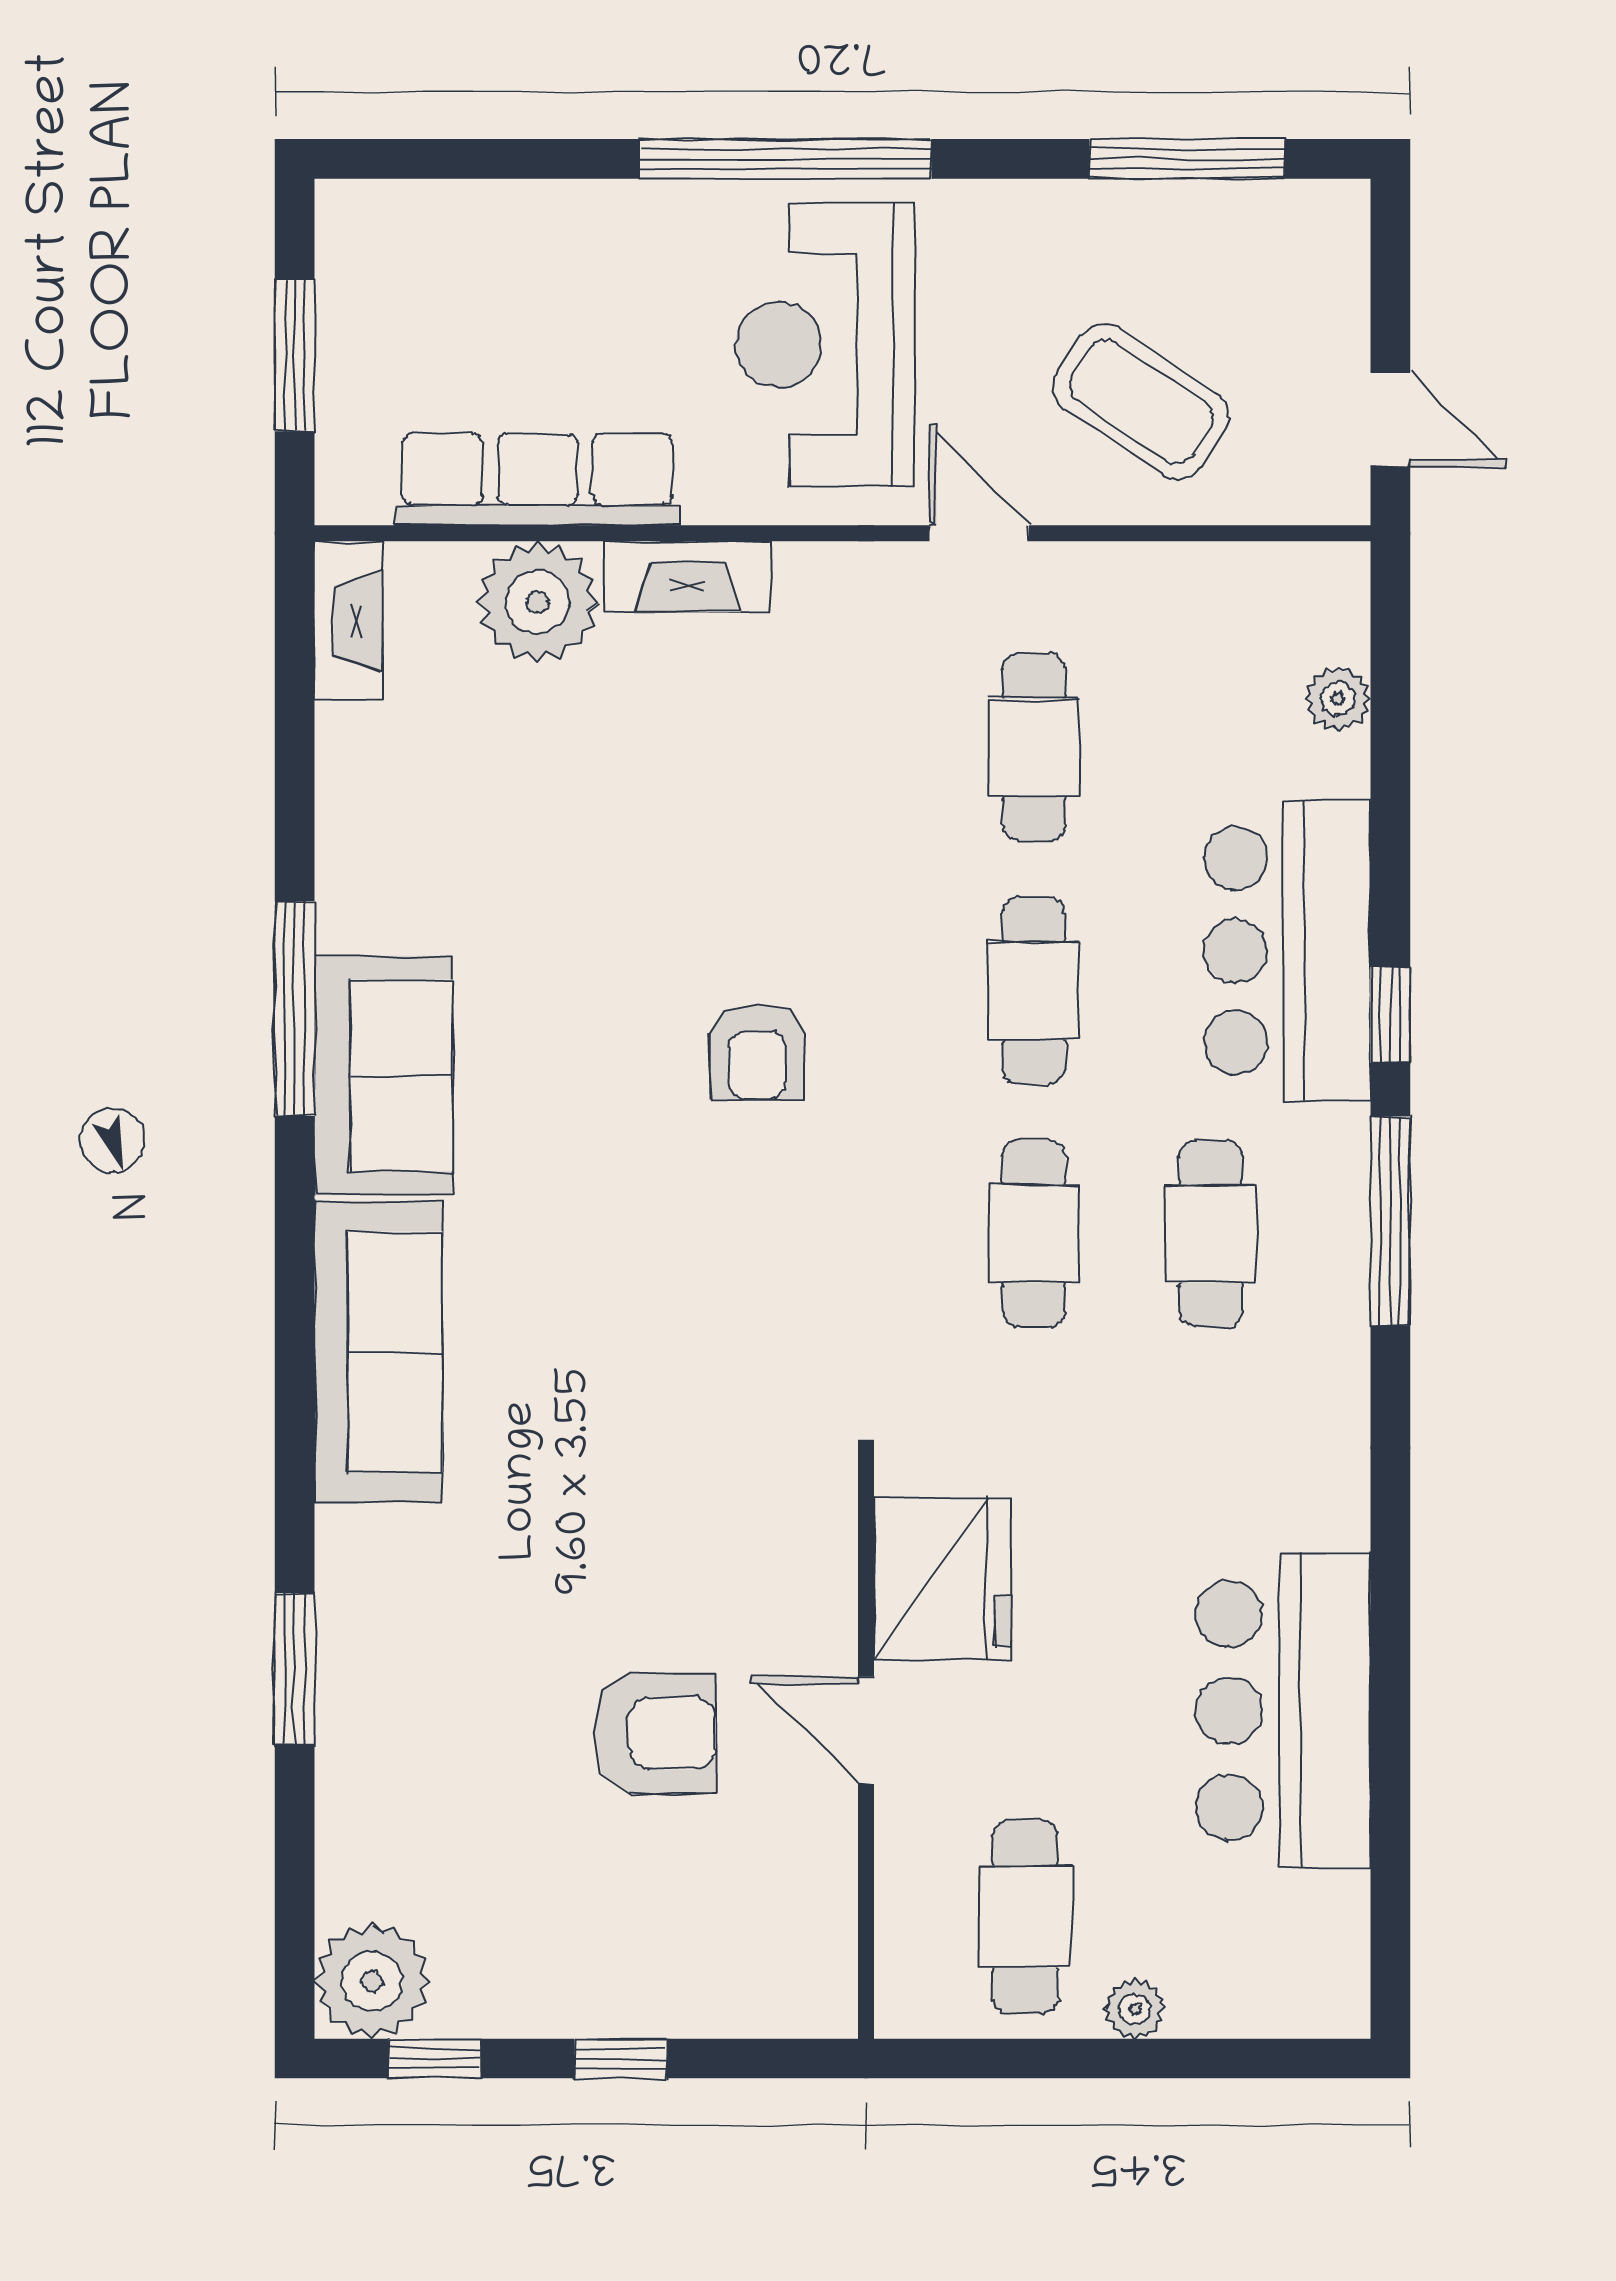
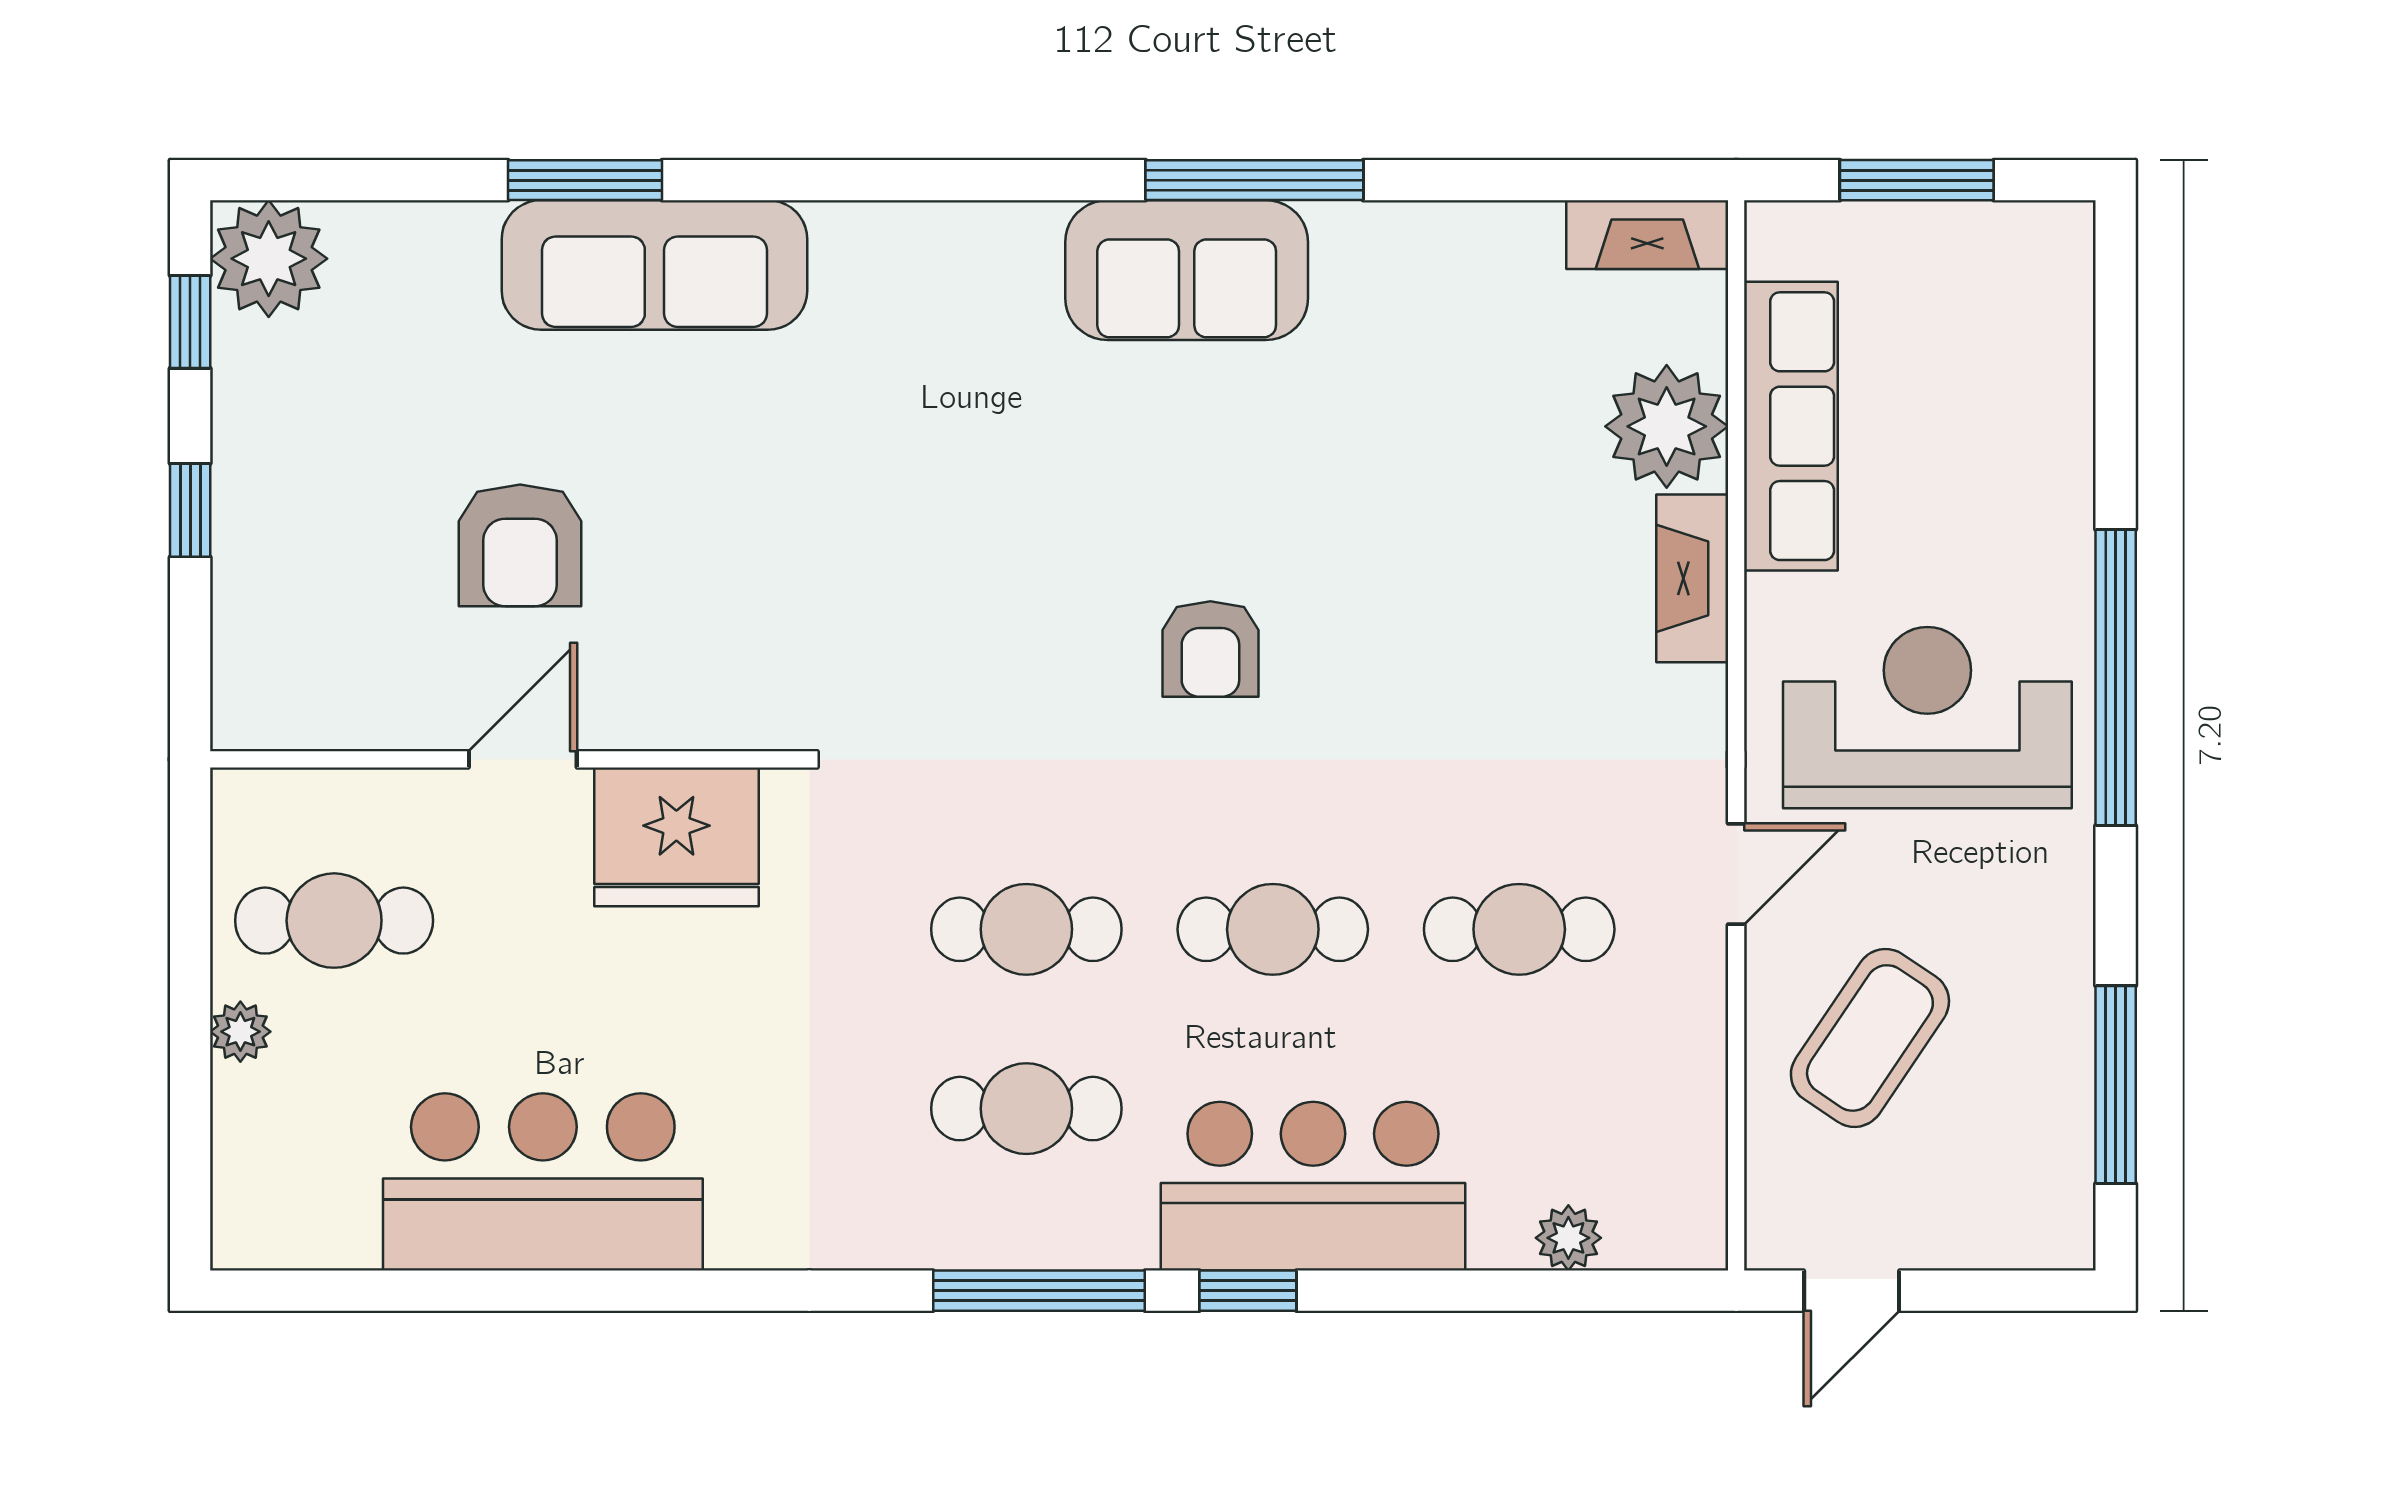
armchair: (757, 1052) -> (1210, 649), turned -90
sofa: (378, 1352) -> (654, 265), moved

